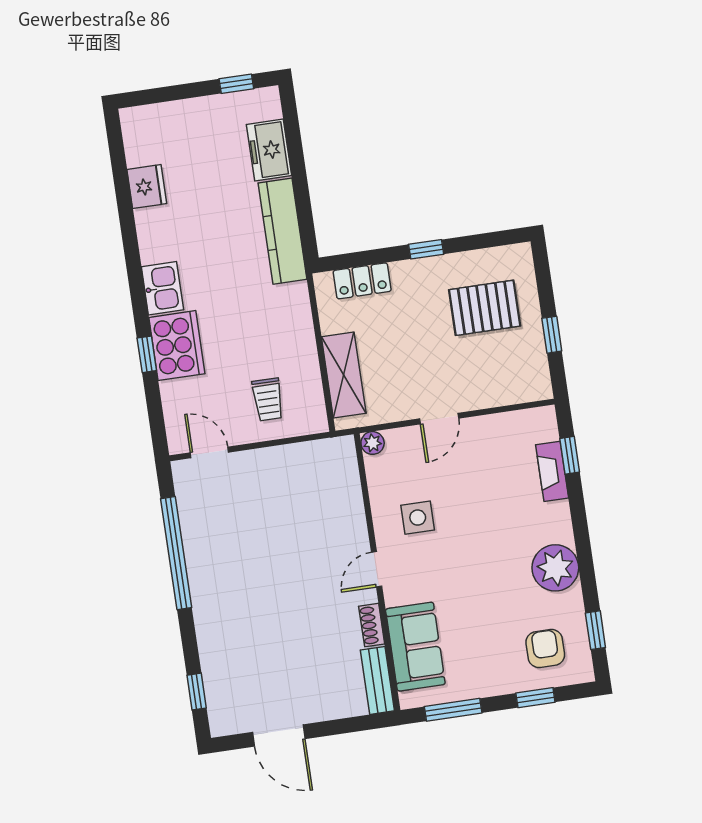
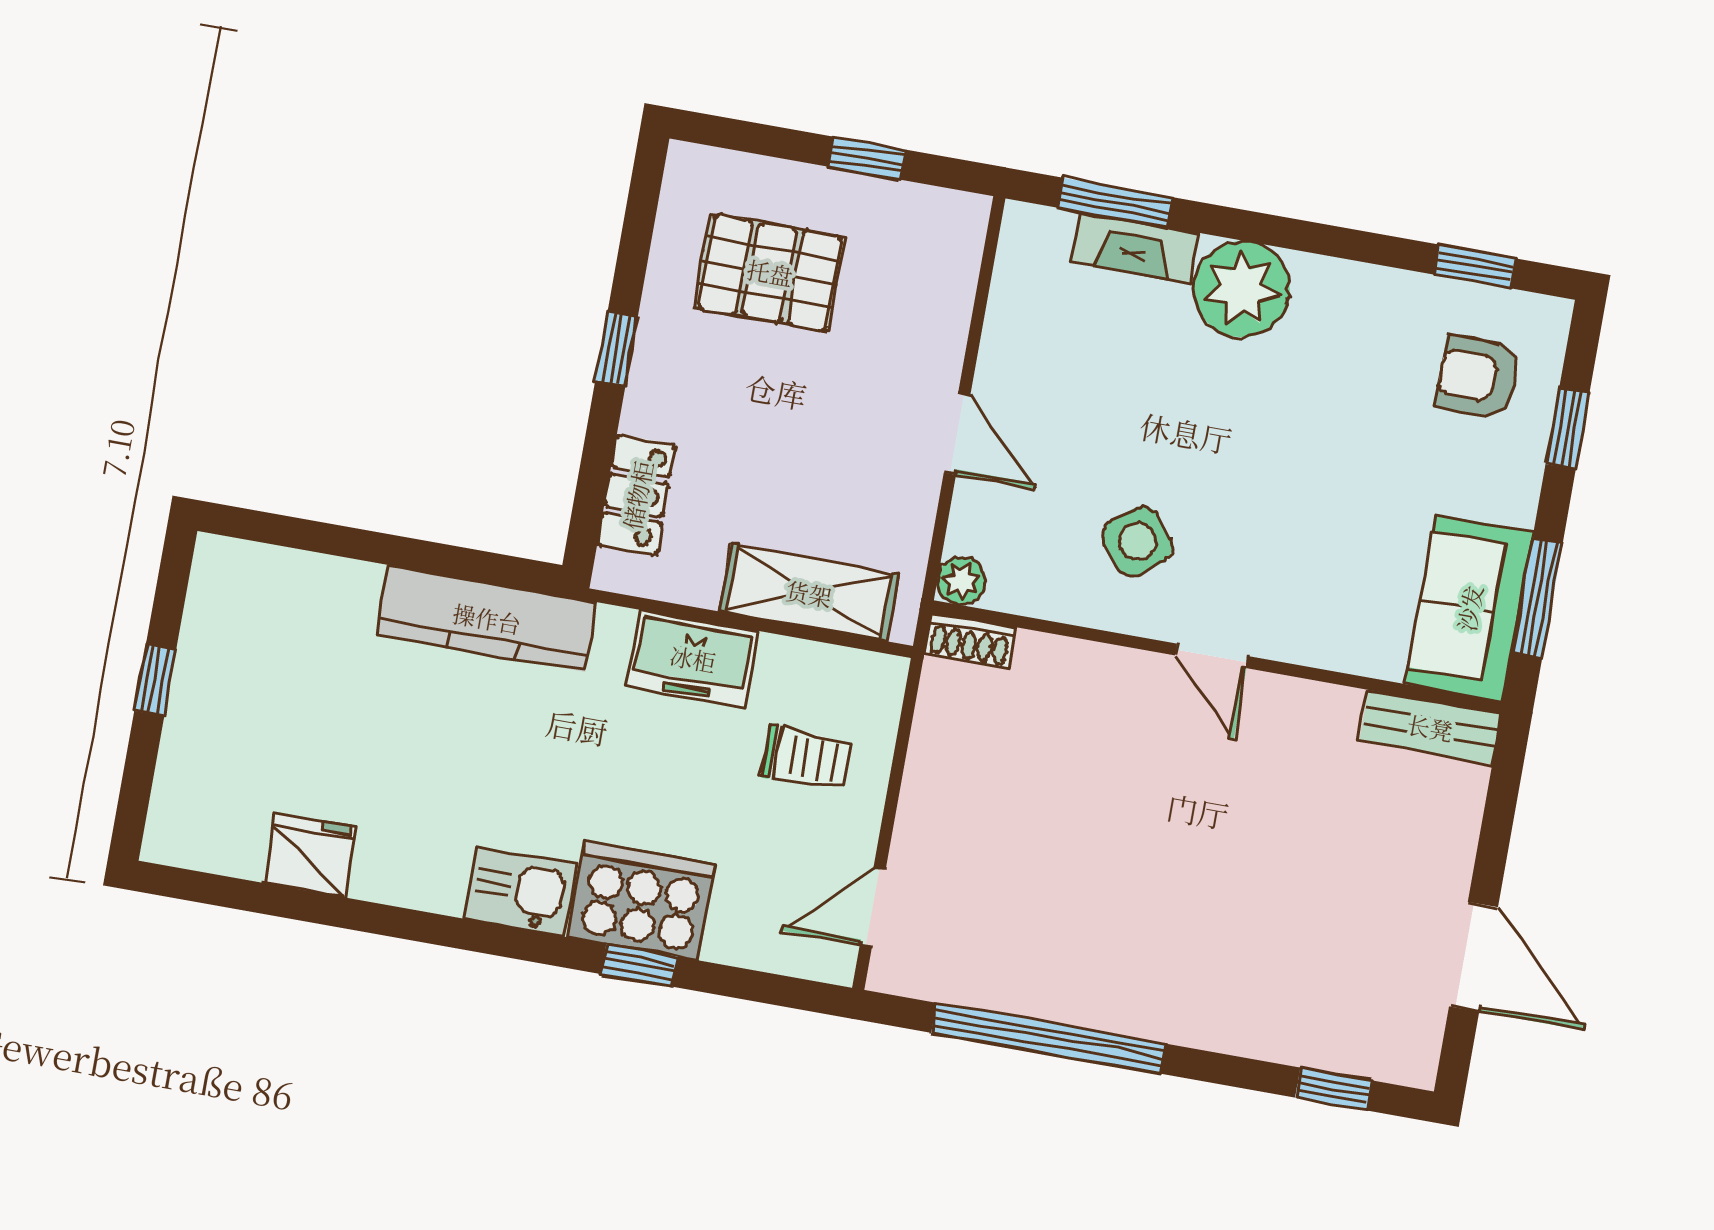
window: (236, 84) -> (155, 680), moved
freezer: (269, 150) -> (693, 658), moved
pallet: (485, 308) -> (770, 272), turned 90
window: (570, 455) -> (1115, 202), width x1.50
side table: (418, 518) -> (1137, 541), turned -38
plant: (555, 568) -> (1242, 289), moved
shoe rack: (372, 625) -> (970, 640), moved
sofa: (415, 647) -> (1469, 608), moved, turned -90
door: (279, 735) -> (1473, 957), hinge flipped

